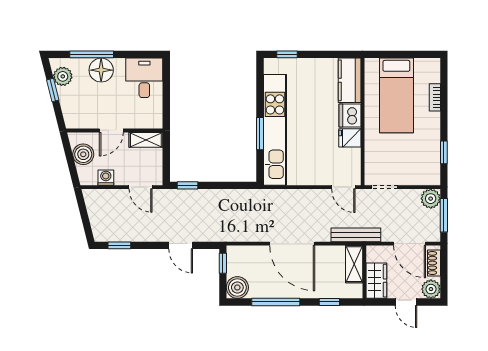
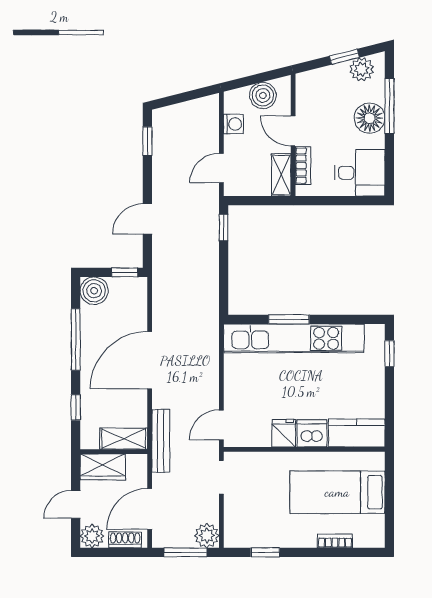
bookcase: (139, 123) -> (303, 166), added

